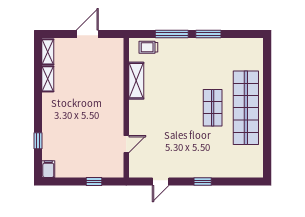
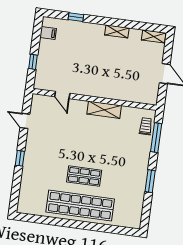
window: (172, 34) -> (156, 138), moved
shelving: (48, 79) -> (117, 31), moved
shelving: (136, 81) -> (104, 110), moved
filing cabinet: (48, 169) -> (48, 33), moved

